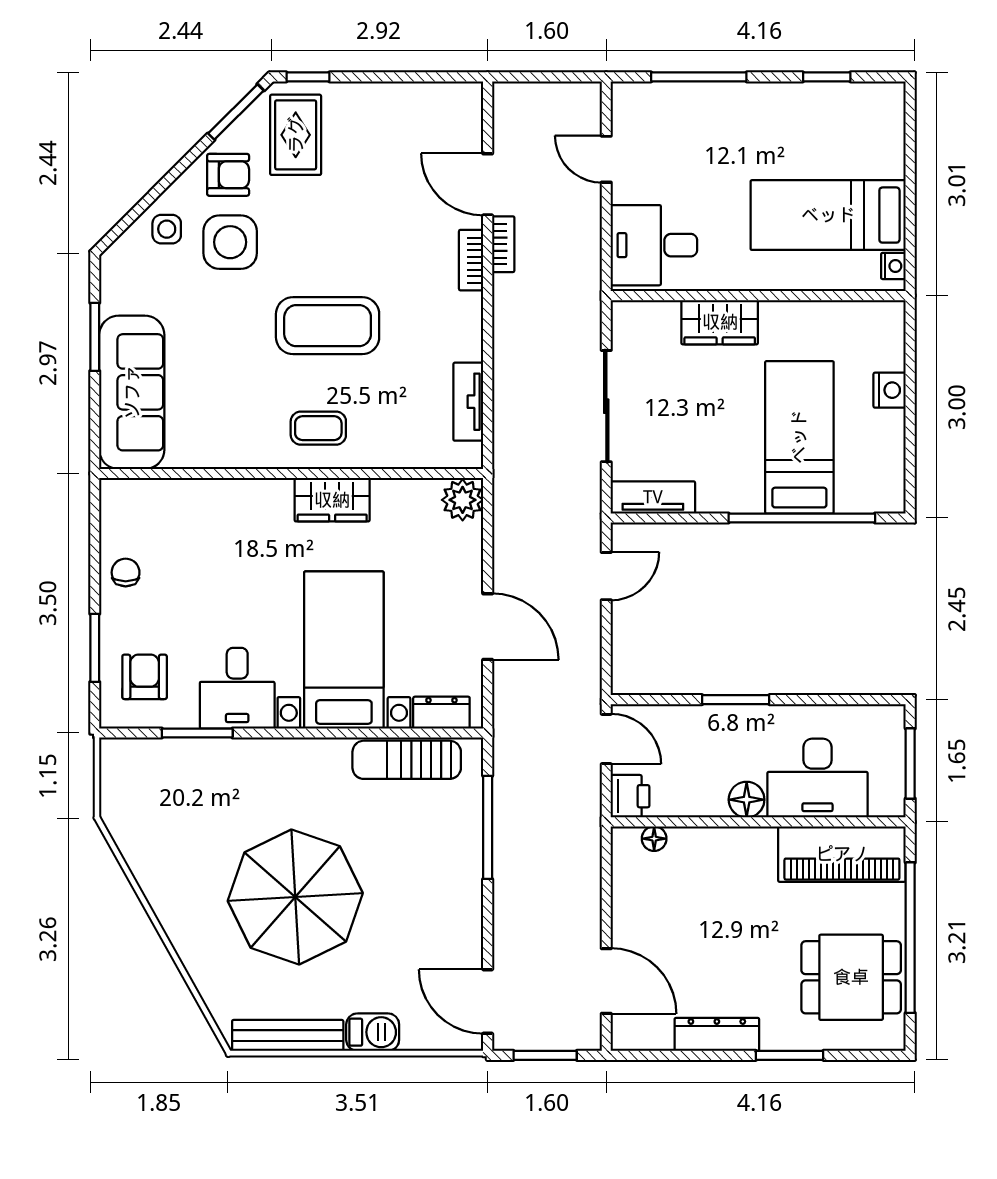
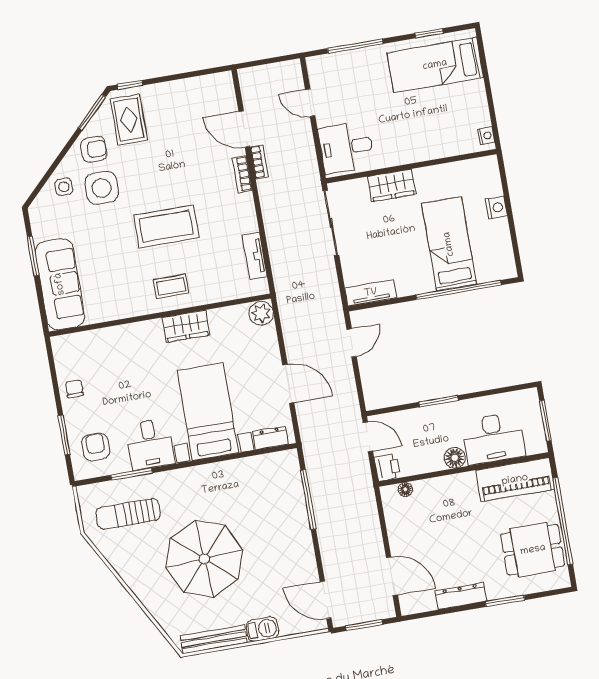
bed: (828, 215) -> (435, 65), moved
sliding door: (606, 406) -> (331, 223), moved
sun lounger: (407, 760) -> (128, 514), moved

